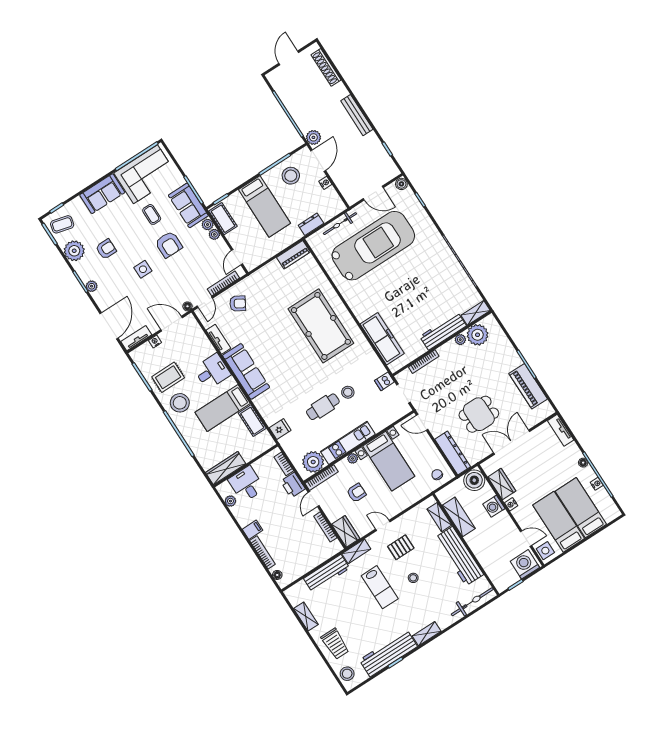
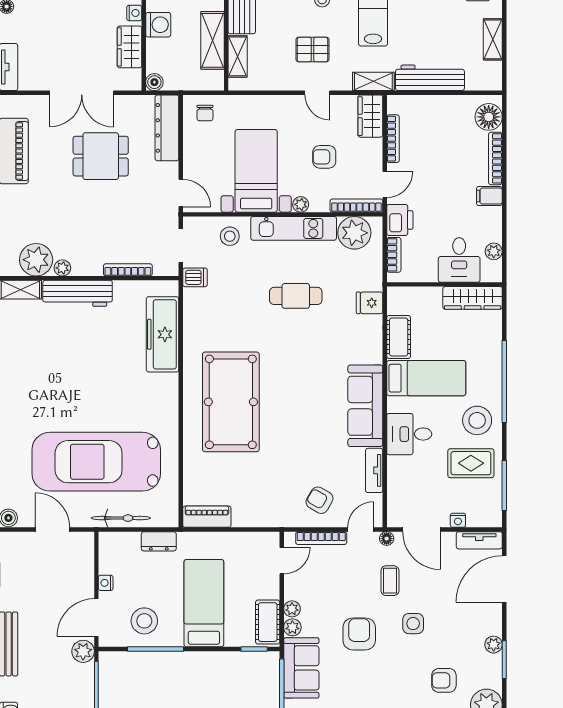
coffee table: (152, 214) -> (390, 581), moved
stool: (348, 392) -> (230, 236), moved
boiler: (474, 480) -> (154, 82), width x0.54, depth x0.54
floor lamp: (277, 575) -> (489, 117), width x1.89, depth x1.89

